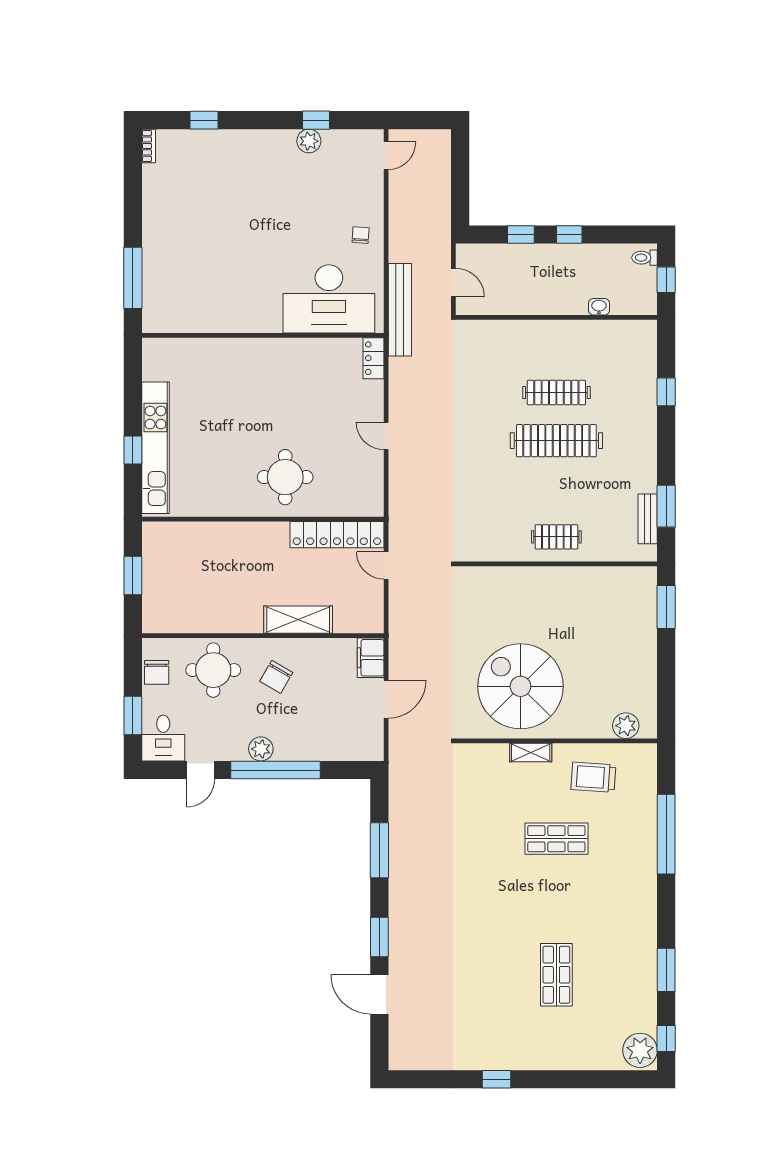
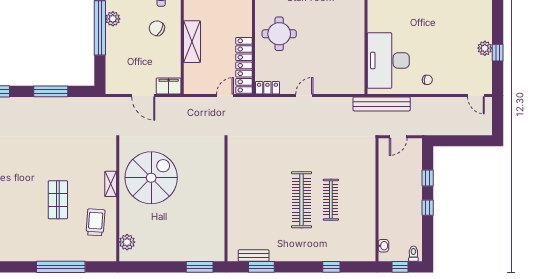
washbasin: (599, 307) -> (383, 246), moved
locker: (373, 358) -> (267, 88), moved
clothes rail: (556, 537) -> (243, 200), removed

